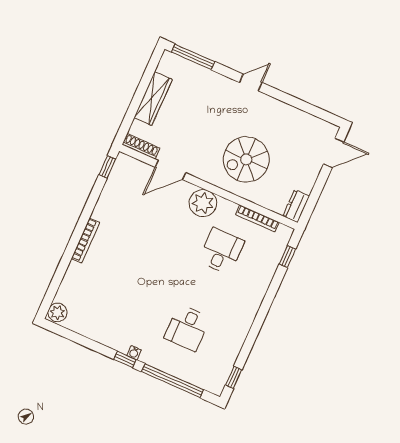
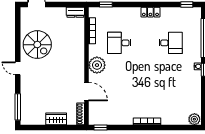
wardrobe: (153, 99) -> (56, 119), width x0.67
spiral stairs: (246, 159) -> (37, 45), moved
locker: (246, 318) -> (150, 12), added

